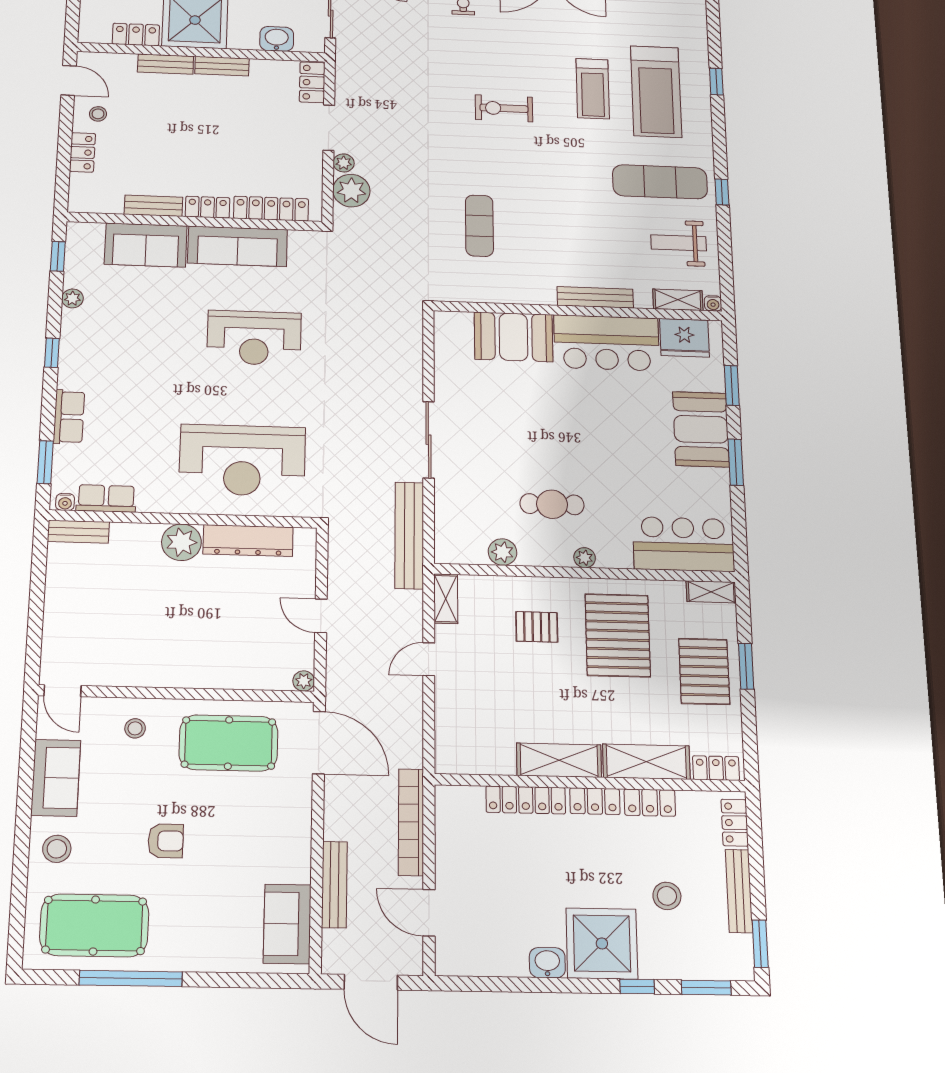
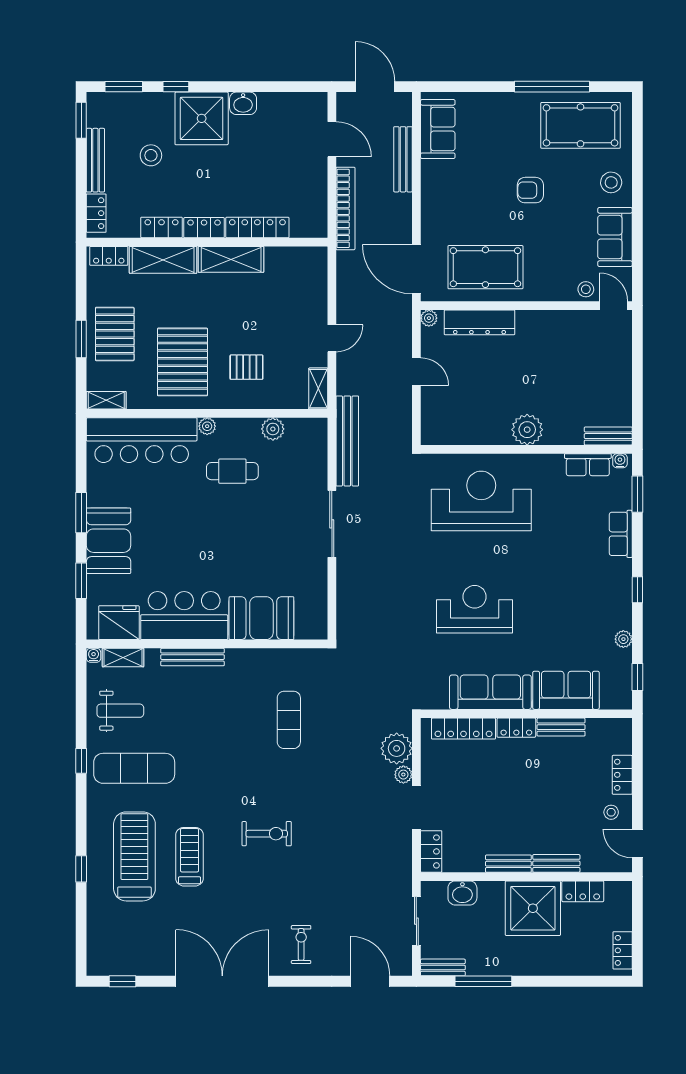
dresser: (248, 541) -> (479, 322), moved, turned 180
bar counter: (683, 544) -> (142, 440), width x1.36
stool: (135, 728) -> (586, 289), moved

